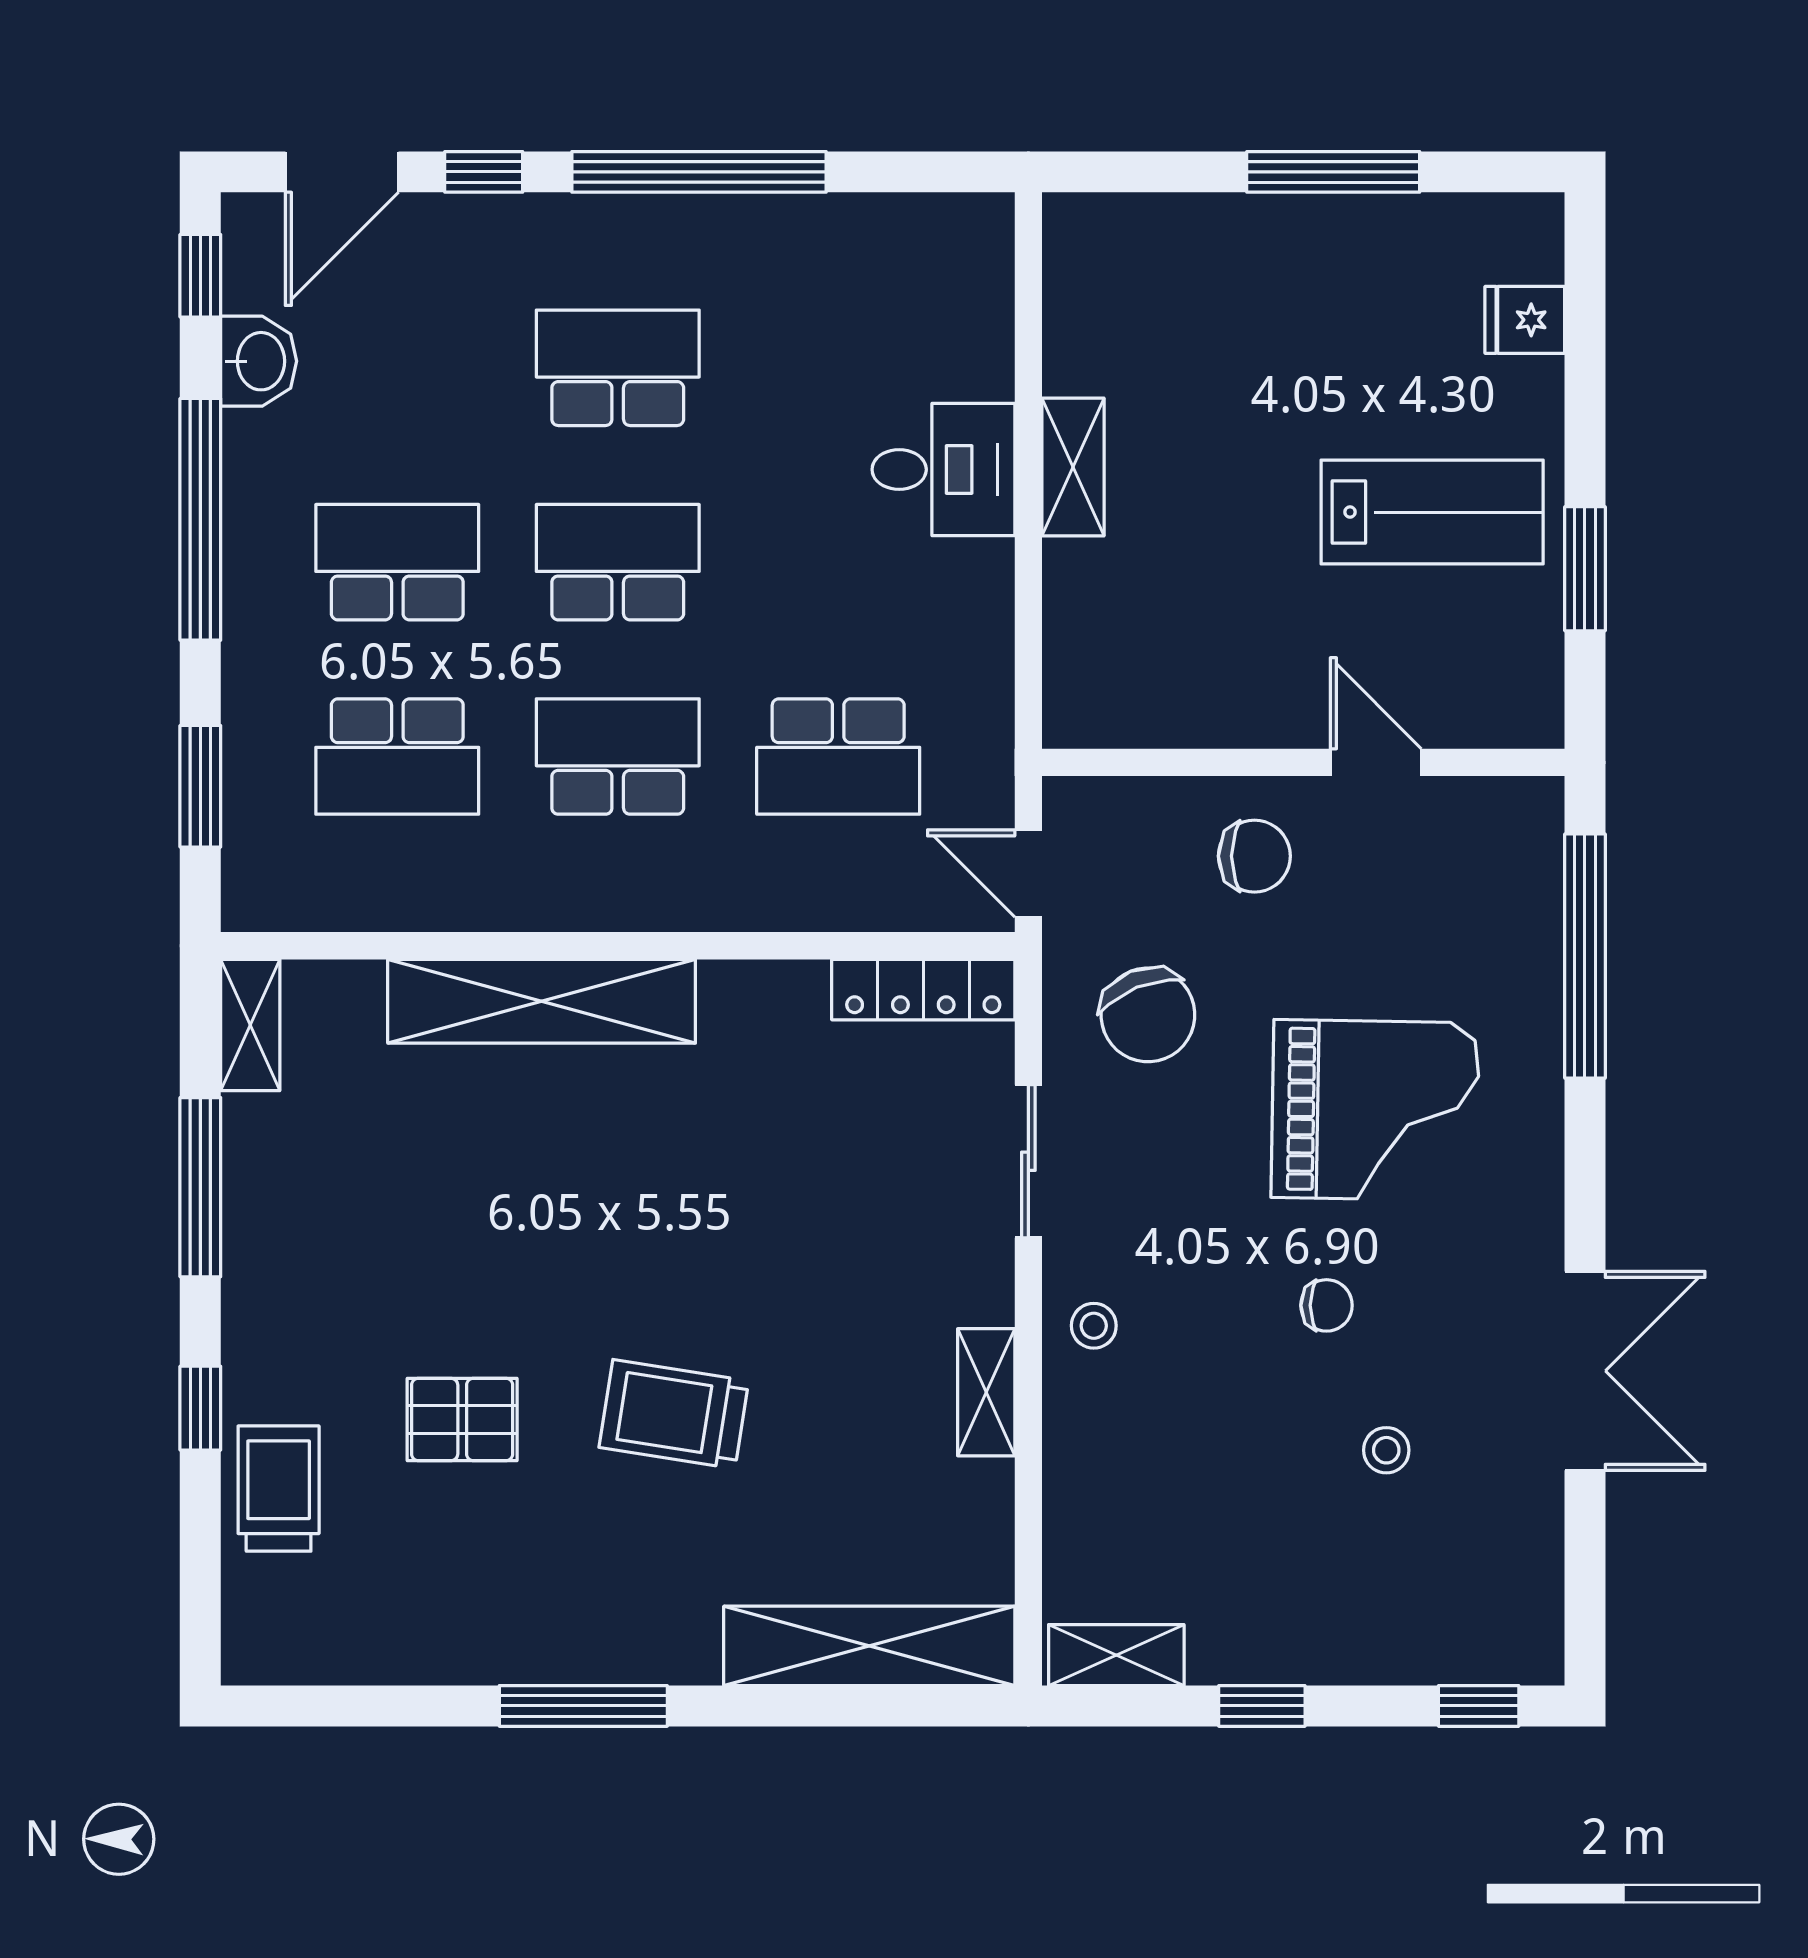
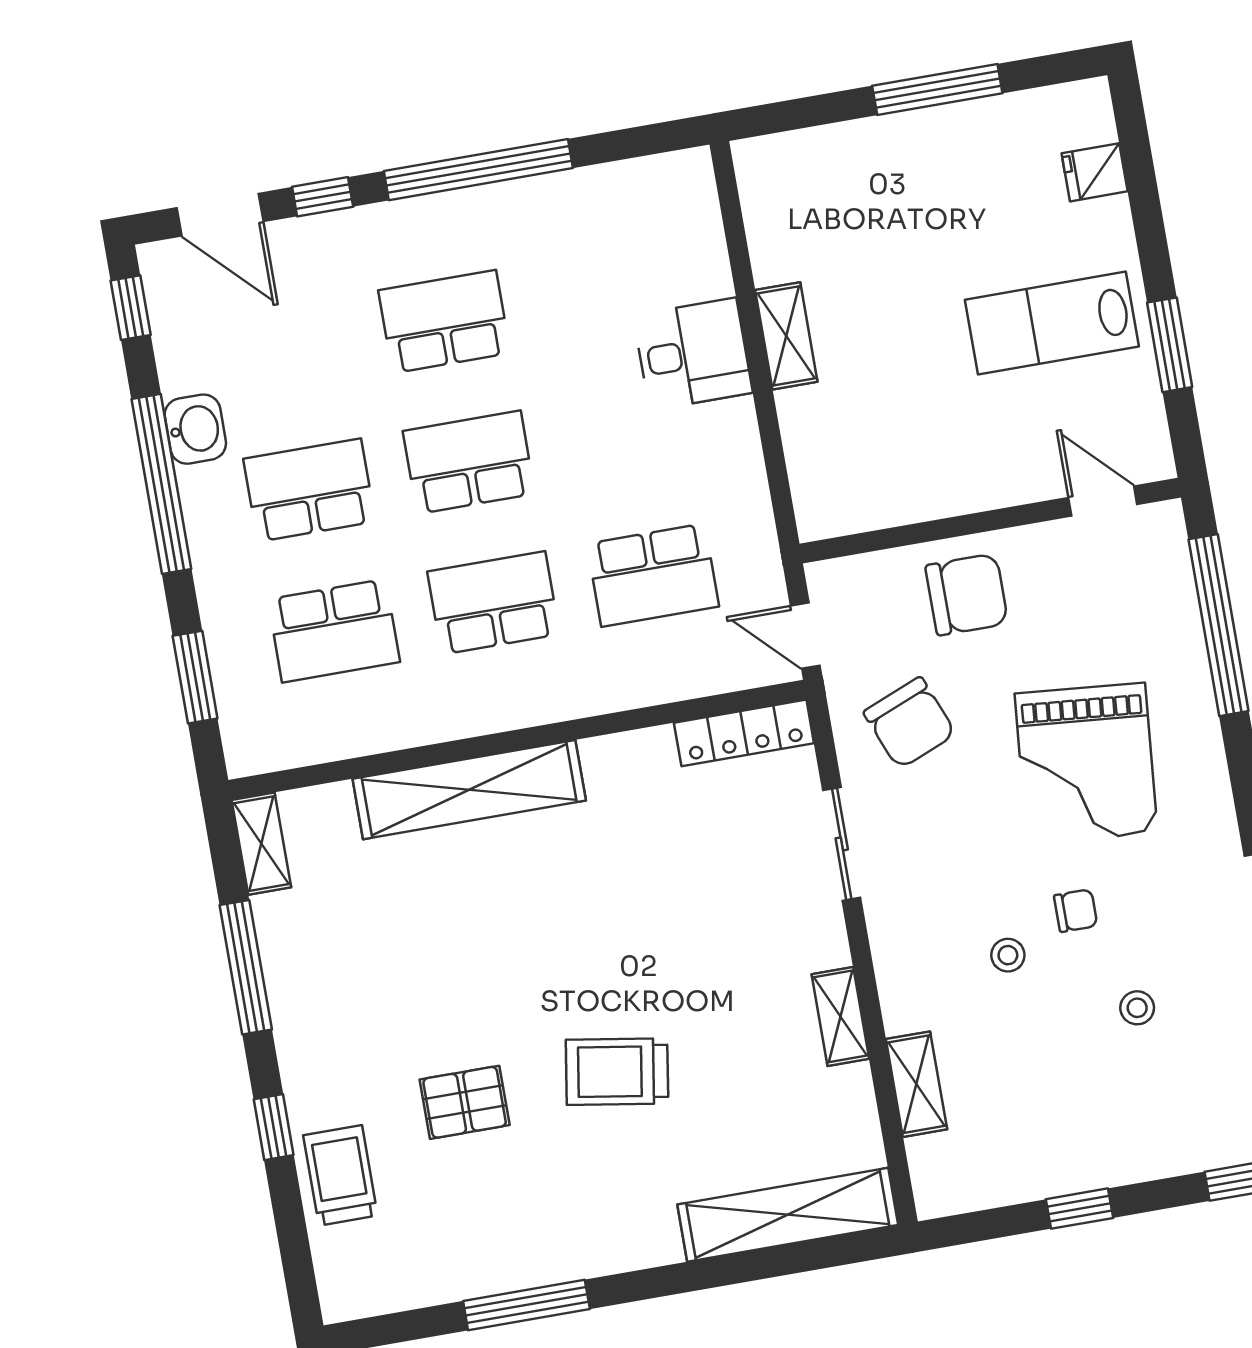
door: (342, 172) -> (220, 215), hinge flipped
washbasin: (259, 361) -> (195, 429), moved
lab bench: (1432, 512) -> (1052, 323), turned 180
door: (1376, 762) -> (1103, 501), moved
chair: (1254, 856) -> (967, 595), width x1.37, depth x1.37
grand piano: (1375, 1110) -> (1086, 763), turned 94
stool: (1094, 1326) -> (1008, 955), moved
shelving: (1116, 1655) -> (916, 1084), moved, turned 90
window: (583, 1706) -> (526, 1305), moved

